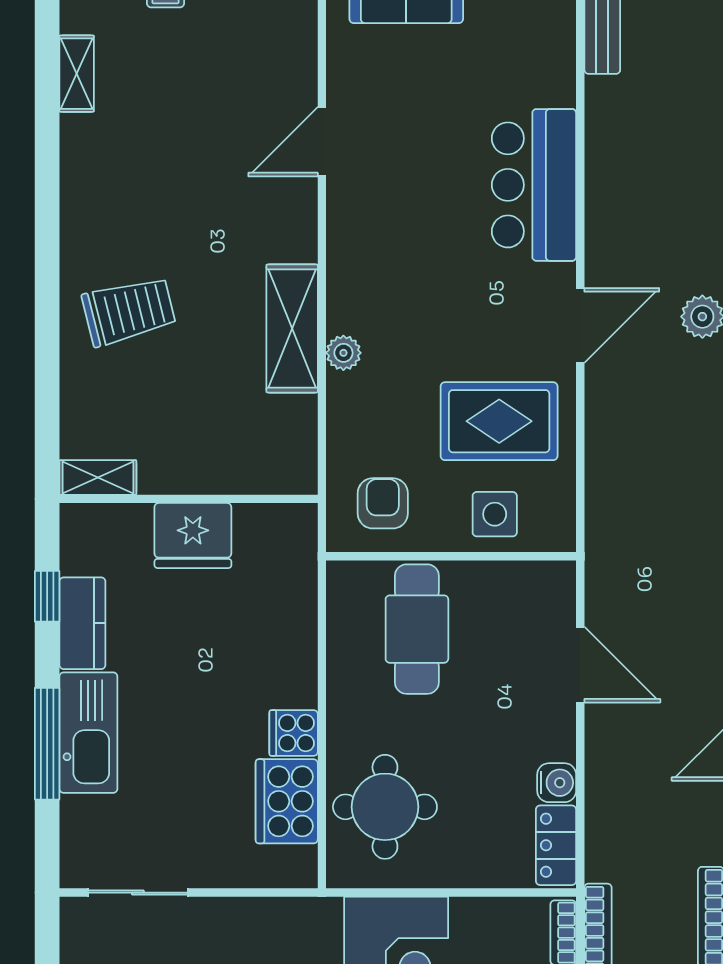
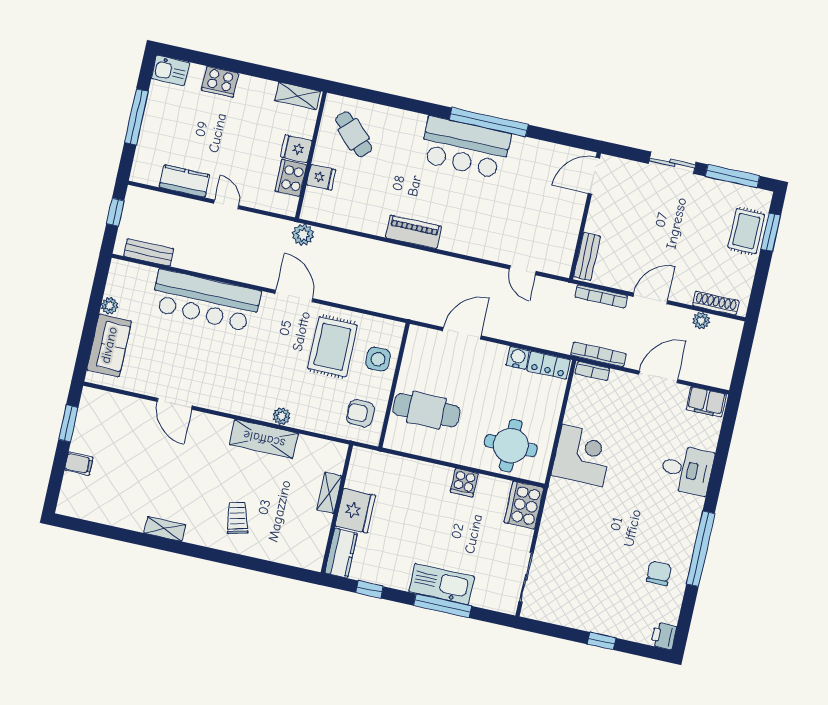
shelving: (77, 74) -> (165, 529), moved
bar counter: (534, 185) -> (206, 301), width x1.36
trolley: (129, 311) -> (237, 518), width x0.73, depth x0.72
shelving: (98, 477) -> (329, 493), moved
kitchen counter: (82, 623) -> (341, 553), moved, turned 90
cooker: (287, 801) -> (524, 505), moved, turned 90

